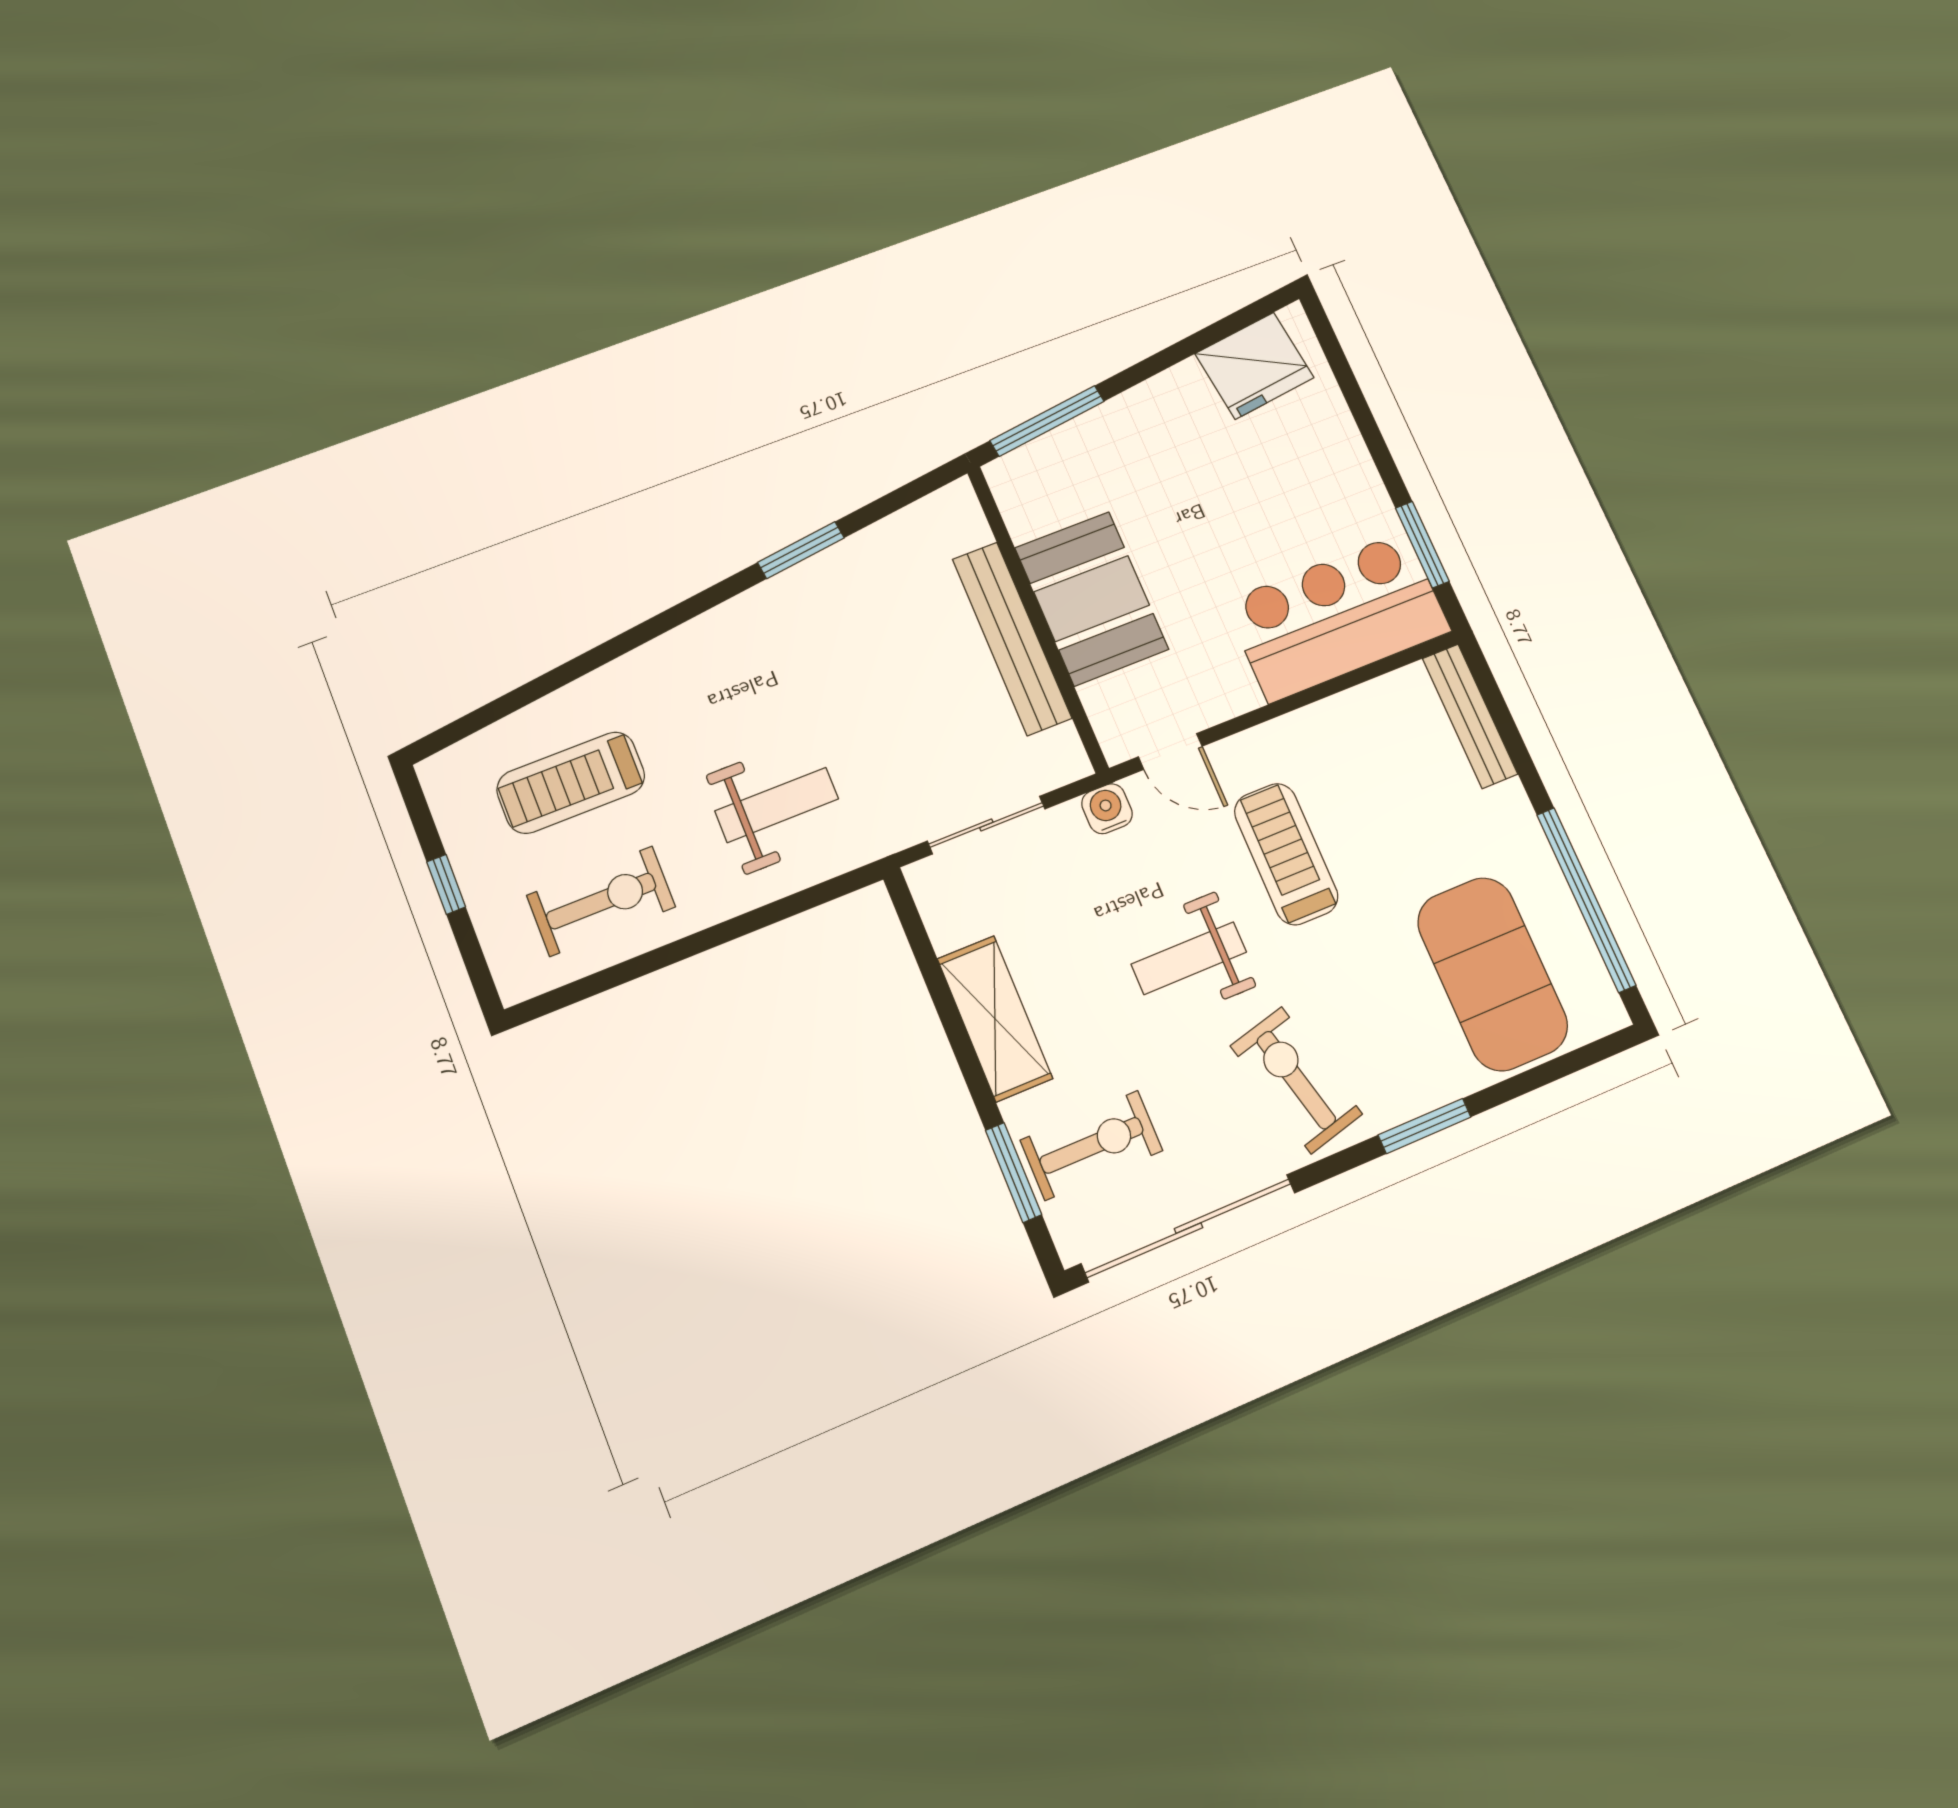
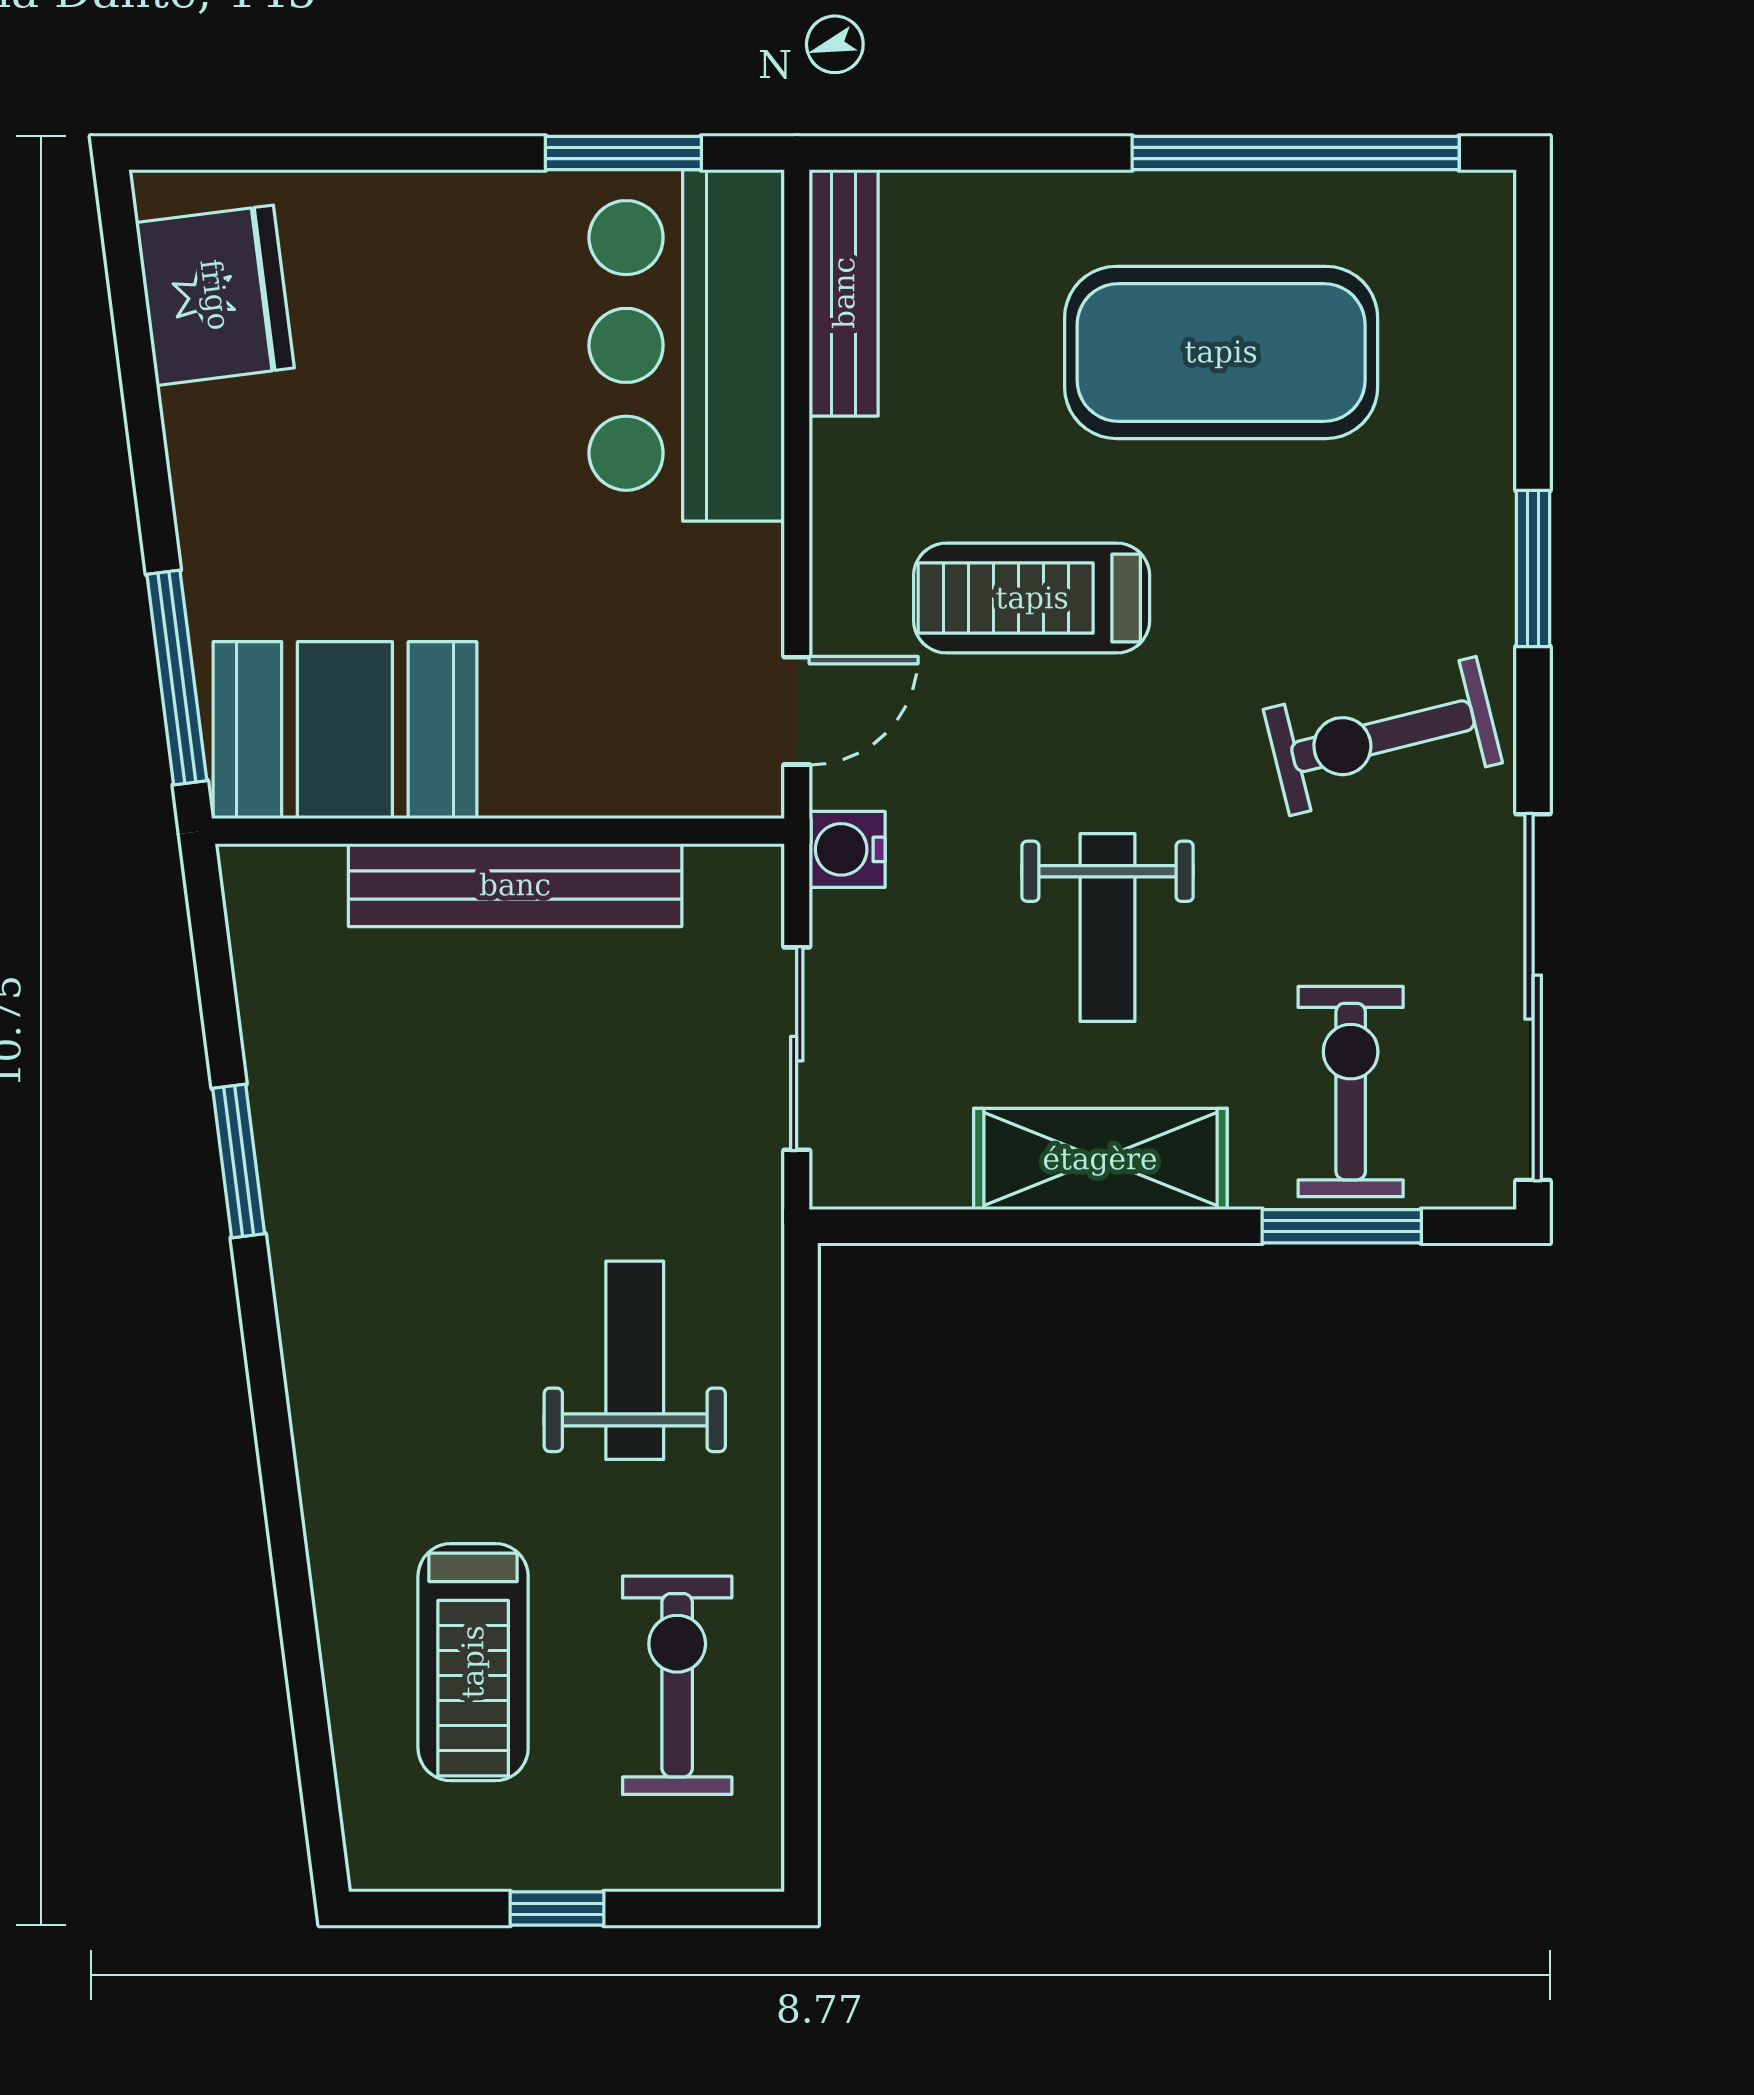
booth: (1092, 598) -> (345, 730), moved
bench: (1470, 716) -> (844, 293), moved, turned 90
weight bench: (1189, 958) -> (1107, 928), moved
exercise mat: (1493, 974) -> (1221, 352), moved

